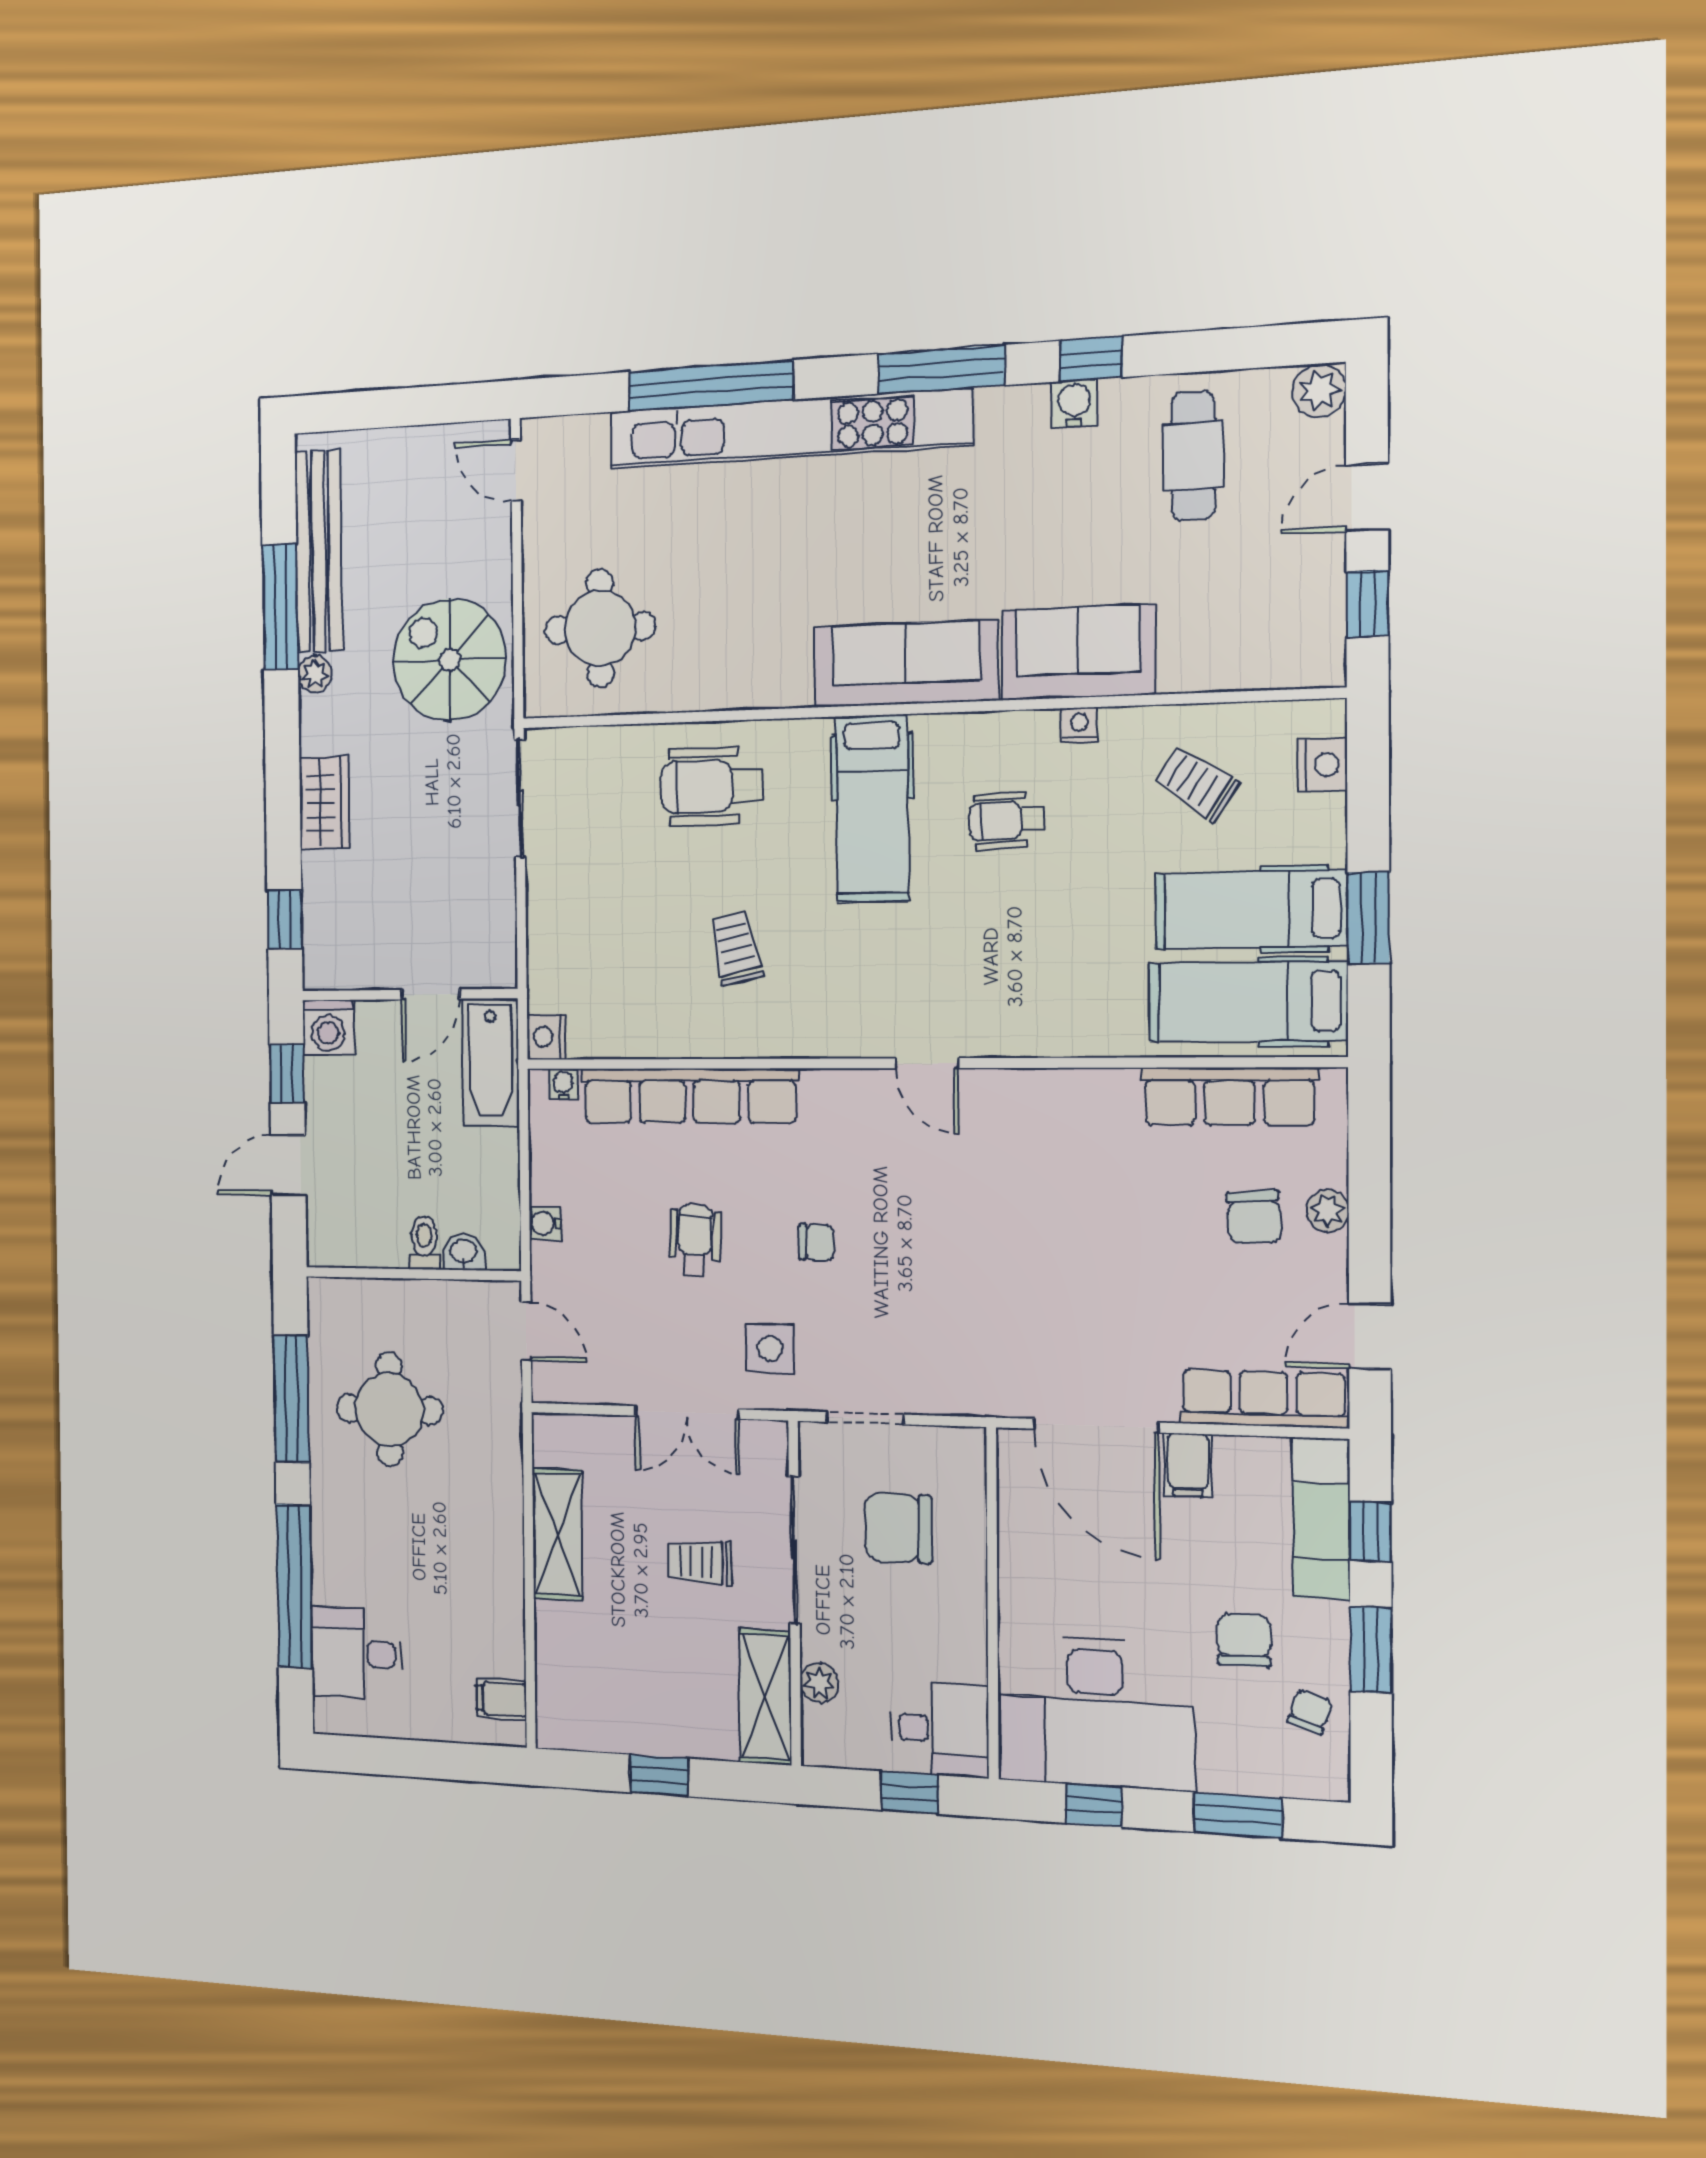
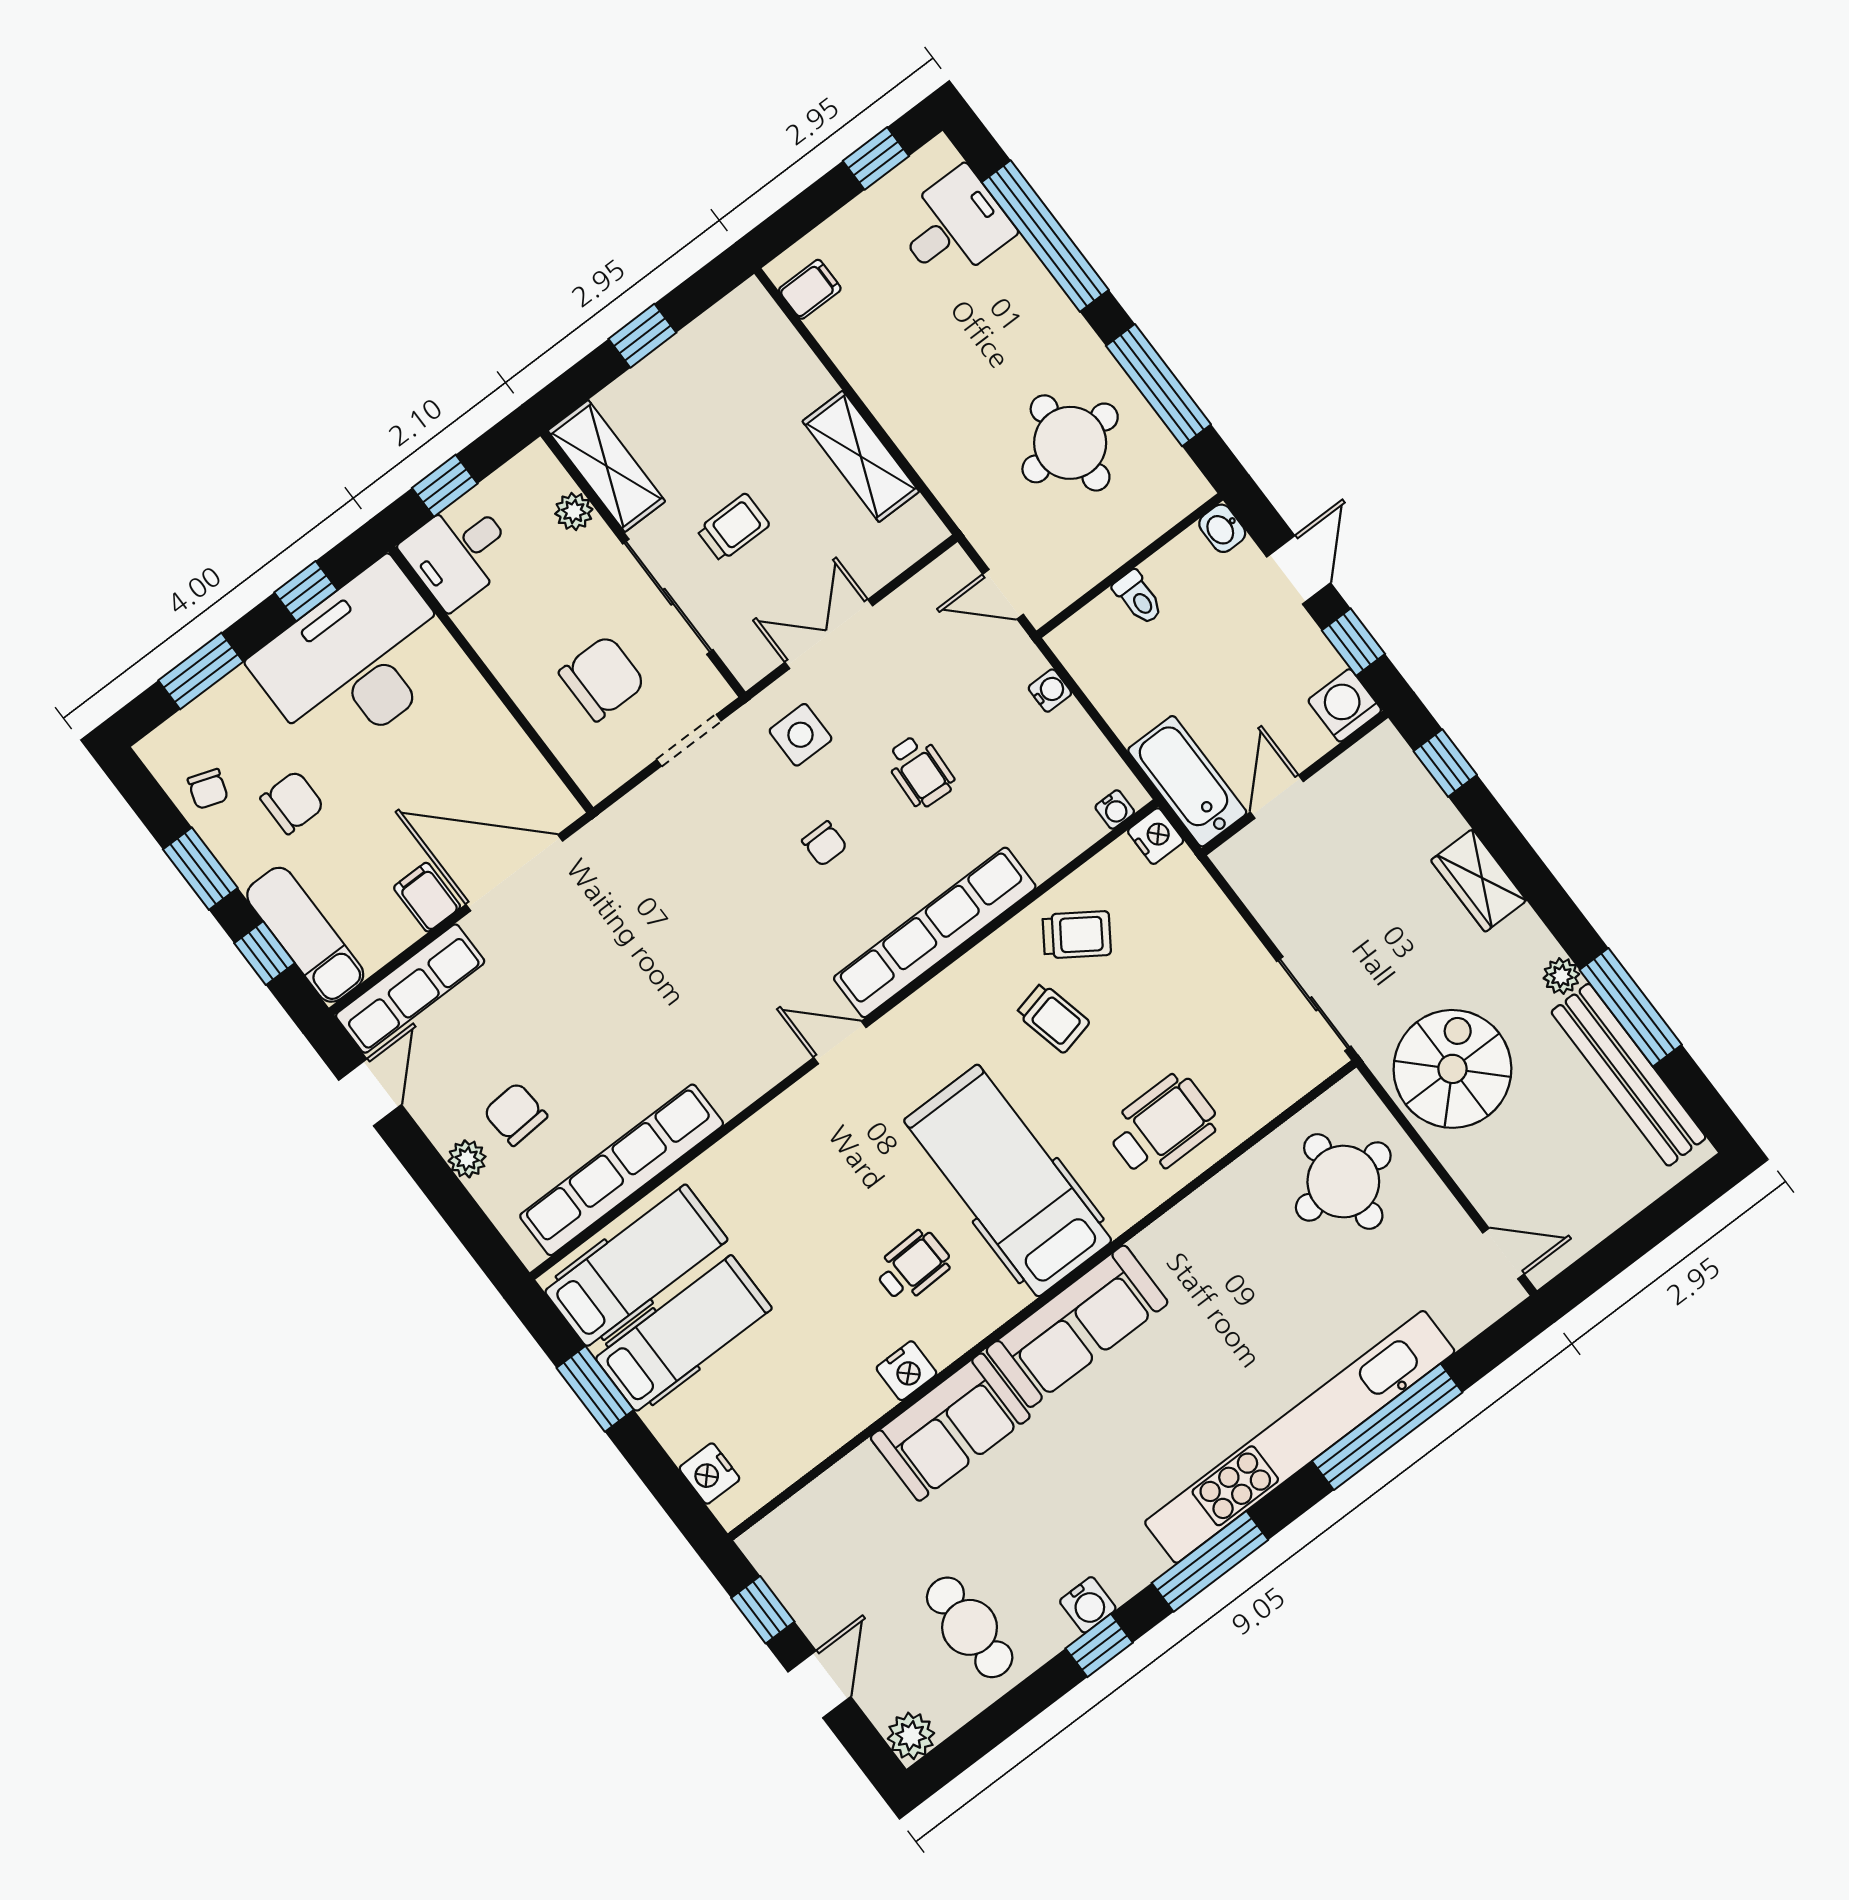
spiral stairs: (450, 660) -> (1452, 1069), turned -90
nightstand: (1079, 725) -> (906, 1371), width x1.39, depth x1.35
trolley: (1197, 783) -> (1077, 935), moved
hospital bed: (872, 809) -> (1008, 1181), width x1.37, depth x1.29
row of seats: (689, 1096) -> (935, 932), moved
row of seats: (1229, 1096) -> (622, 1170), width x1.36
chair: (817, 1242) -> (824, 844), turned -91
washbasin: (464, 1252) -> (1222, 528), moved, turned 90
chair: (1244, 1640) -> (292, 802), turned -90
window: (378, 1756) -> (876, 158), added

